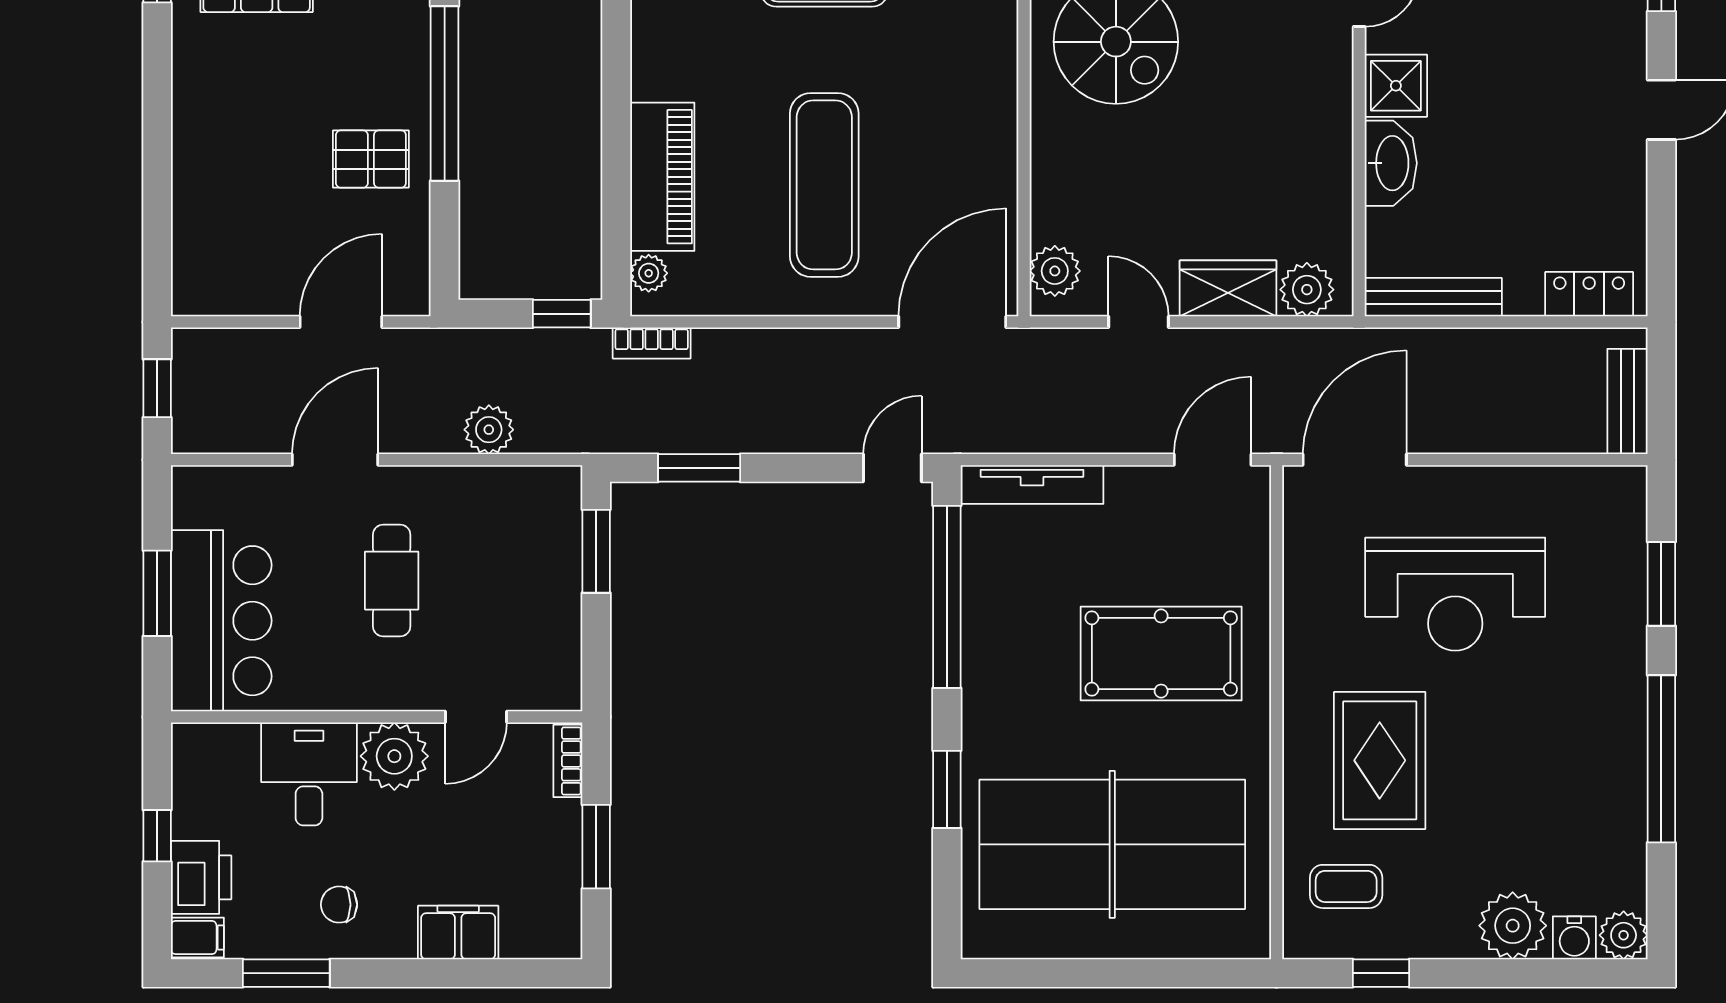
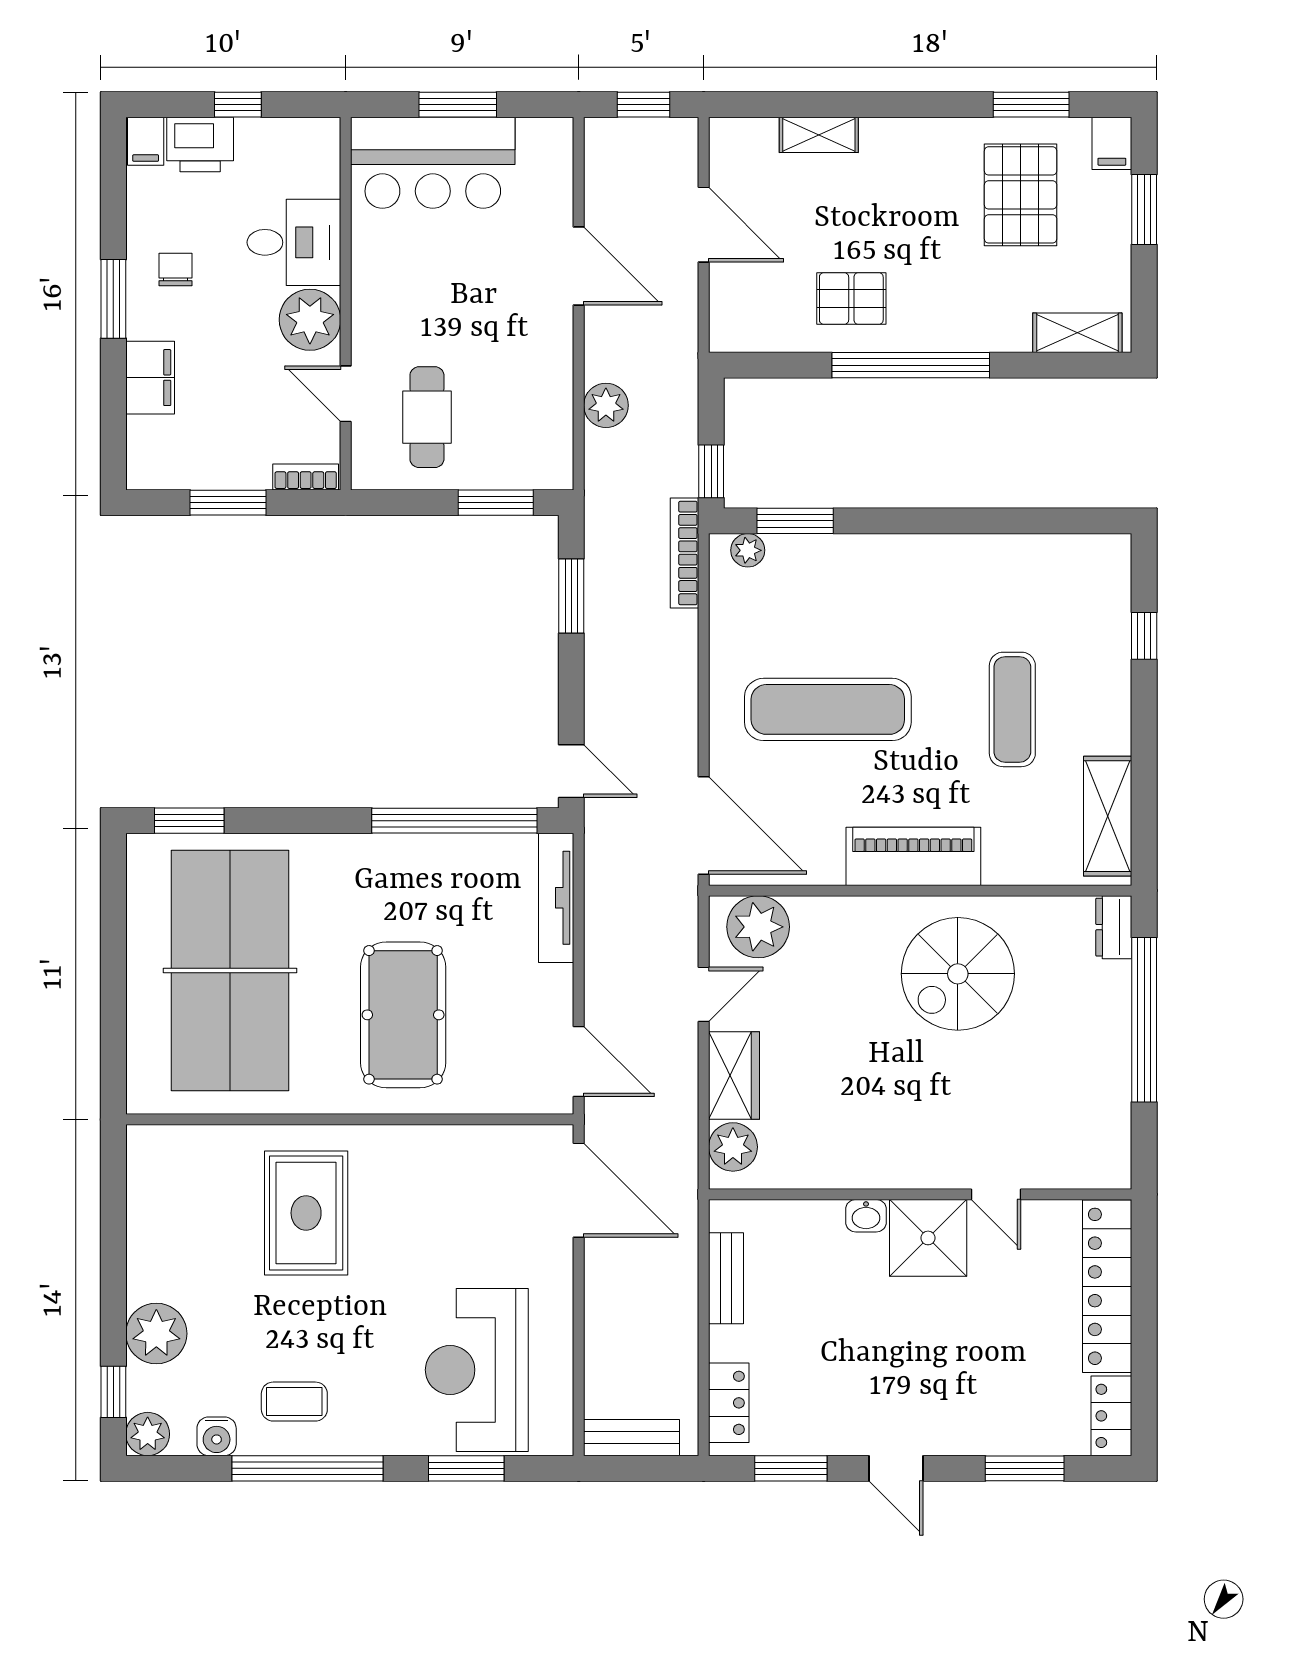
shower: (1396, 86) -> (928, 1238), width x1.36, depth x1.36
pallet: (371, 159) -> (851, 299), turned 90
washbasin: (1391, 163) -> (866, 1216), width x0.52, depth x0.69
piano: (662, 177) -> (913, 856), moved, turned 180
shelving: (190, 195) -> (819, 135), added
window: (616, 221) -> (795, 521), added
window: (1661, 226) -> (791, 1468), added
plant: (1055, 271) -> (758, 927), width x1.36, depth x1.36
bench: (1433, 297) -> (726, 1278), width x0.73
door: (341, 322) -> (704, 225), moved
bookcase: (652, 343) -> (685, 553), width x1.56
cafe table: (392, 581) -> (427, 417), moved, turned 90
reception desk: (1455, 594) -> (477, 1370), moved
rug: (1380, 760) -> (306, 1213), turned 90
window: (947, 789) -> (189, 821), moved
coffee table: (1346, 886) -> (294, 1402), moved, turned 90
water cooler: (1574, 938) -> (217, 1436), moved, turned -90
window: (286, 973) -> (113, 299), moved
window: (1381, 973) -> (113, 1392), moved

